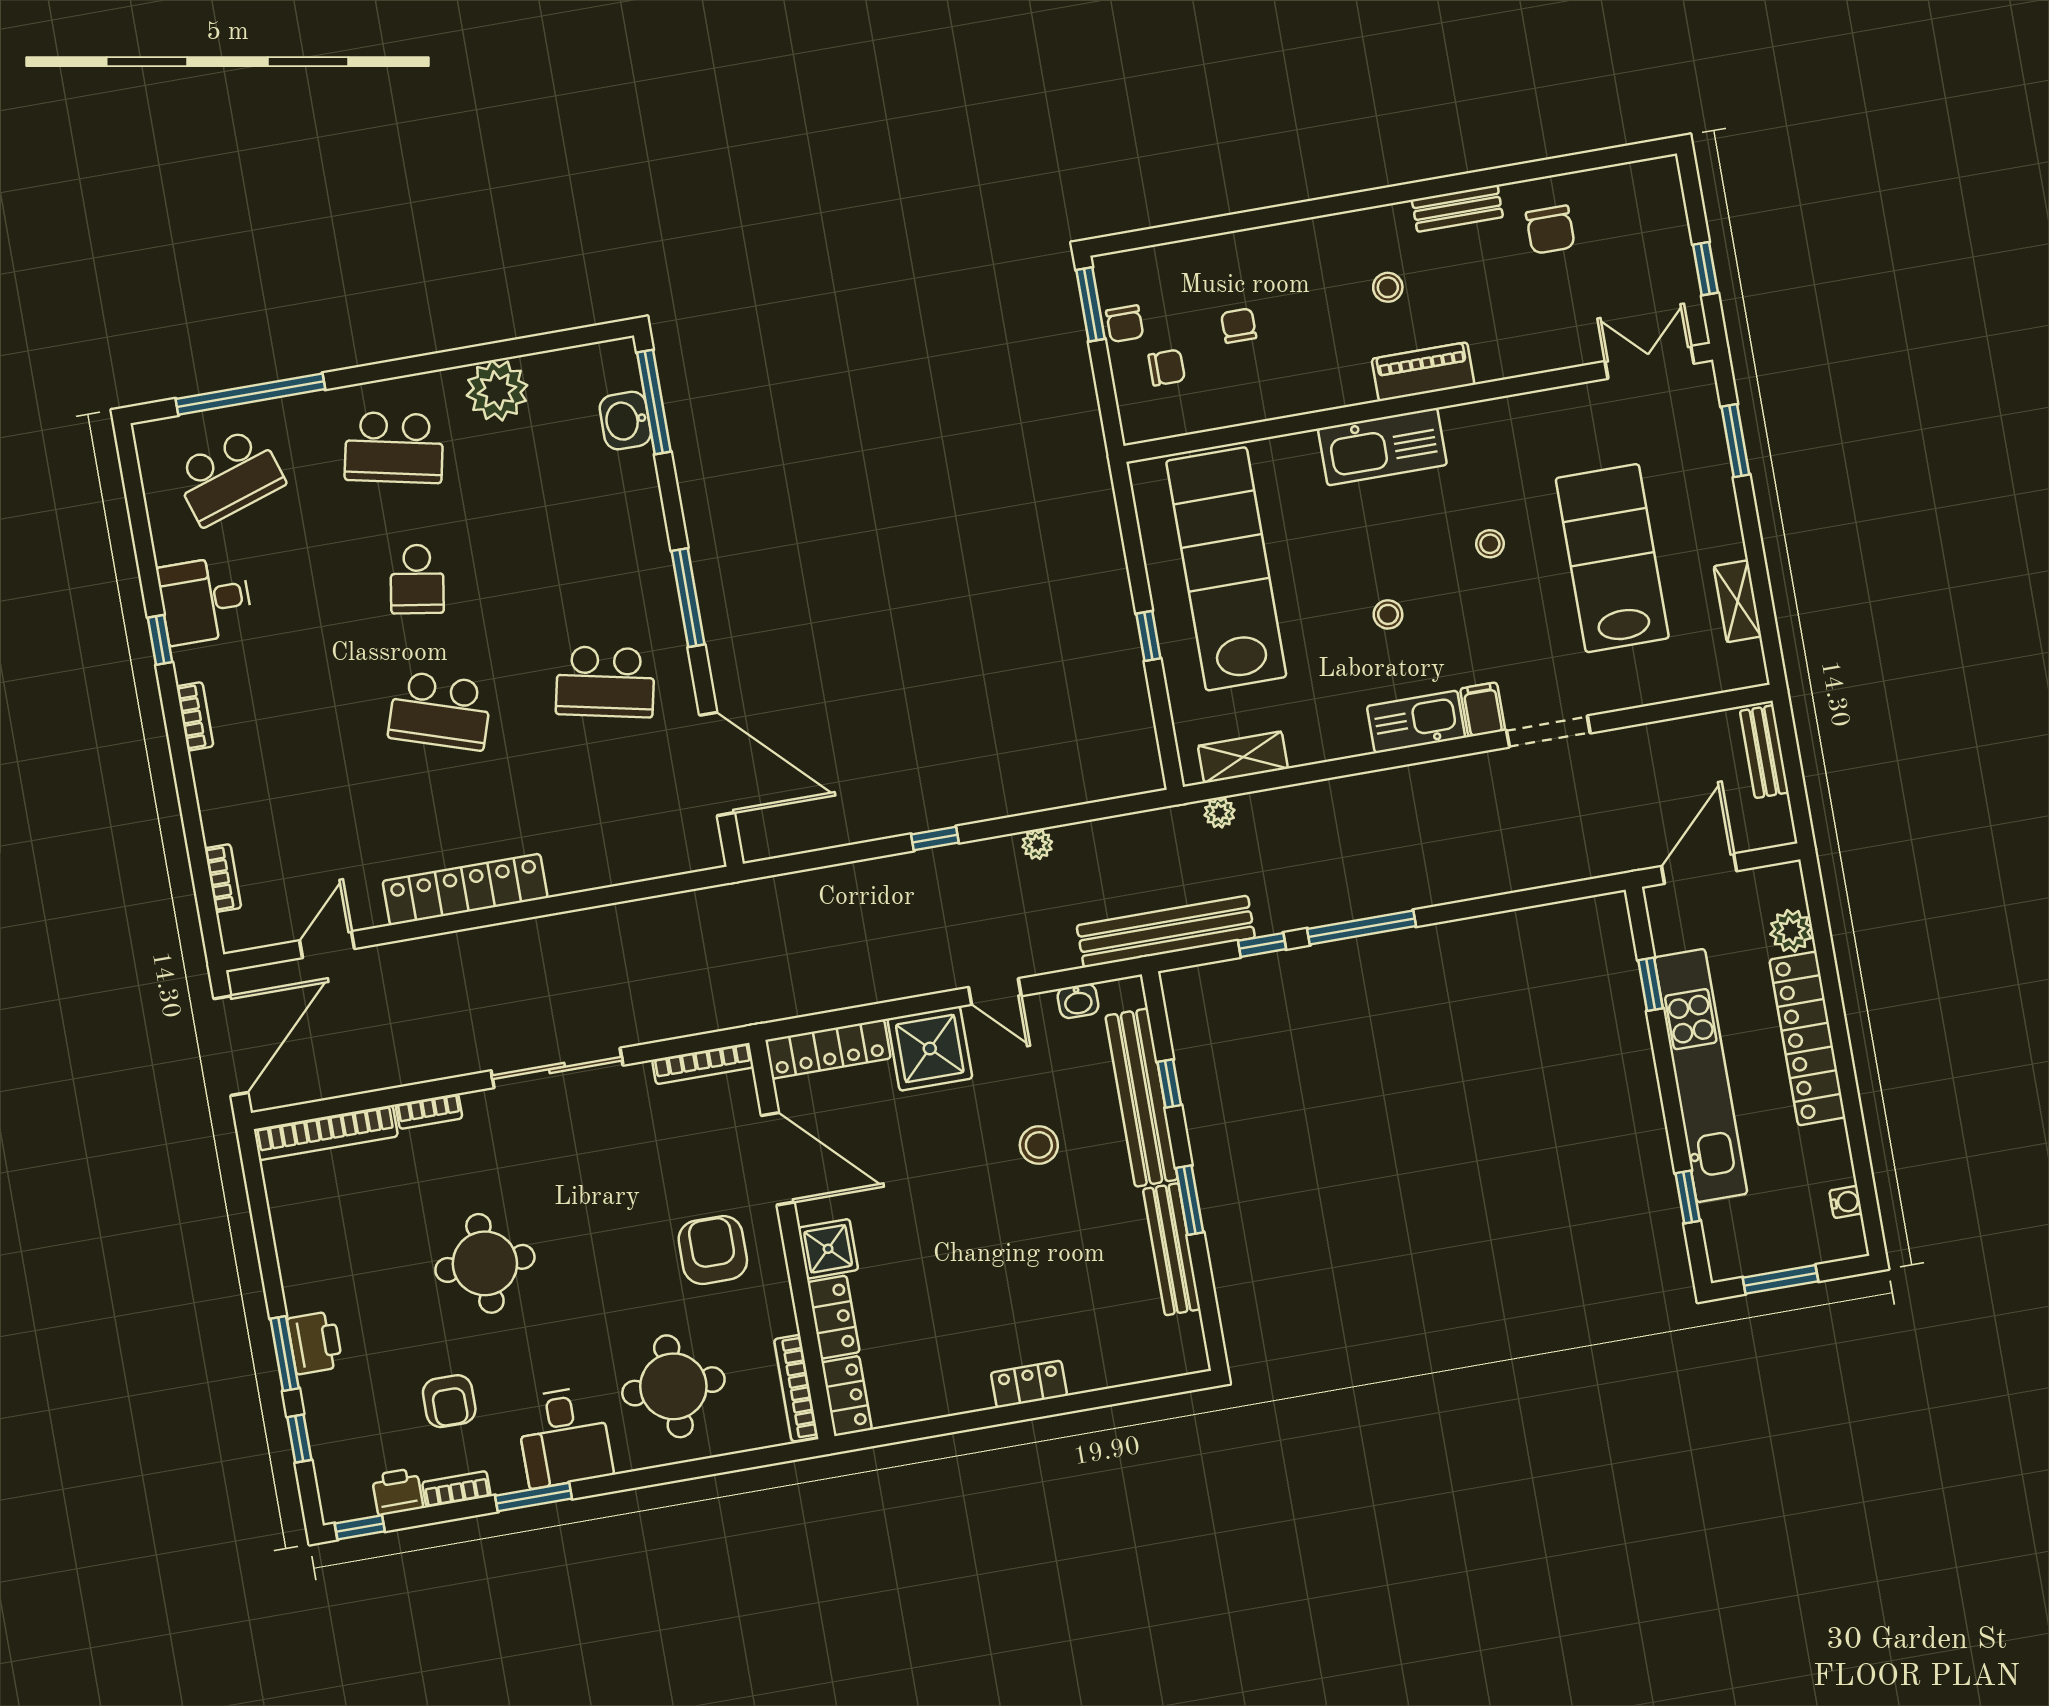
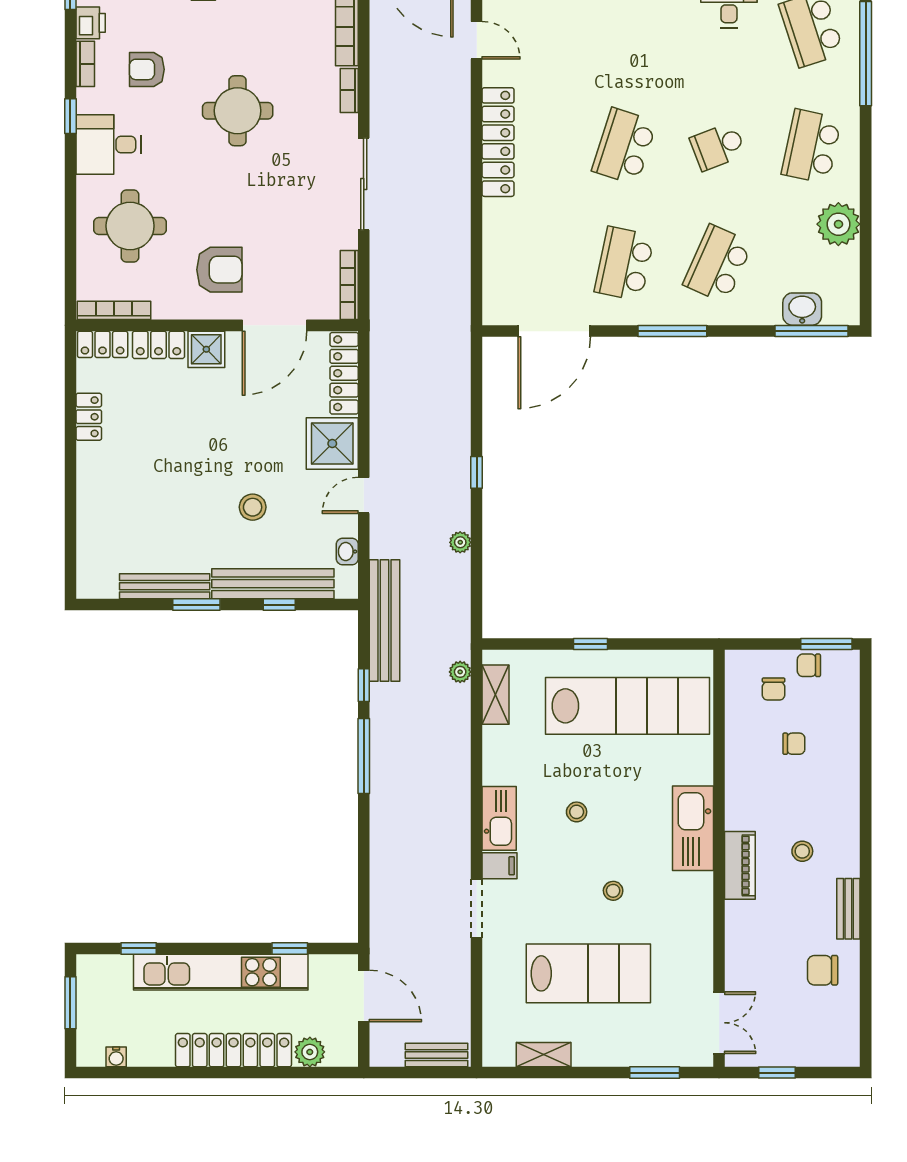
school desk: (582, 550) -> (718, 264), added
school desk: (417, 579) -> (718, 146), turned -30
locker: (1029, 1384) -> (89, 417), moved
window: (534, 1497) -> (70, 116), width x0.67

